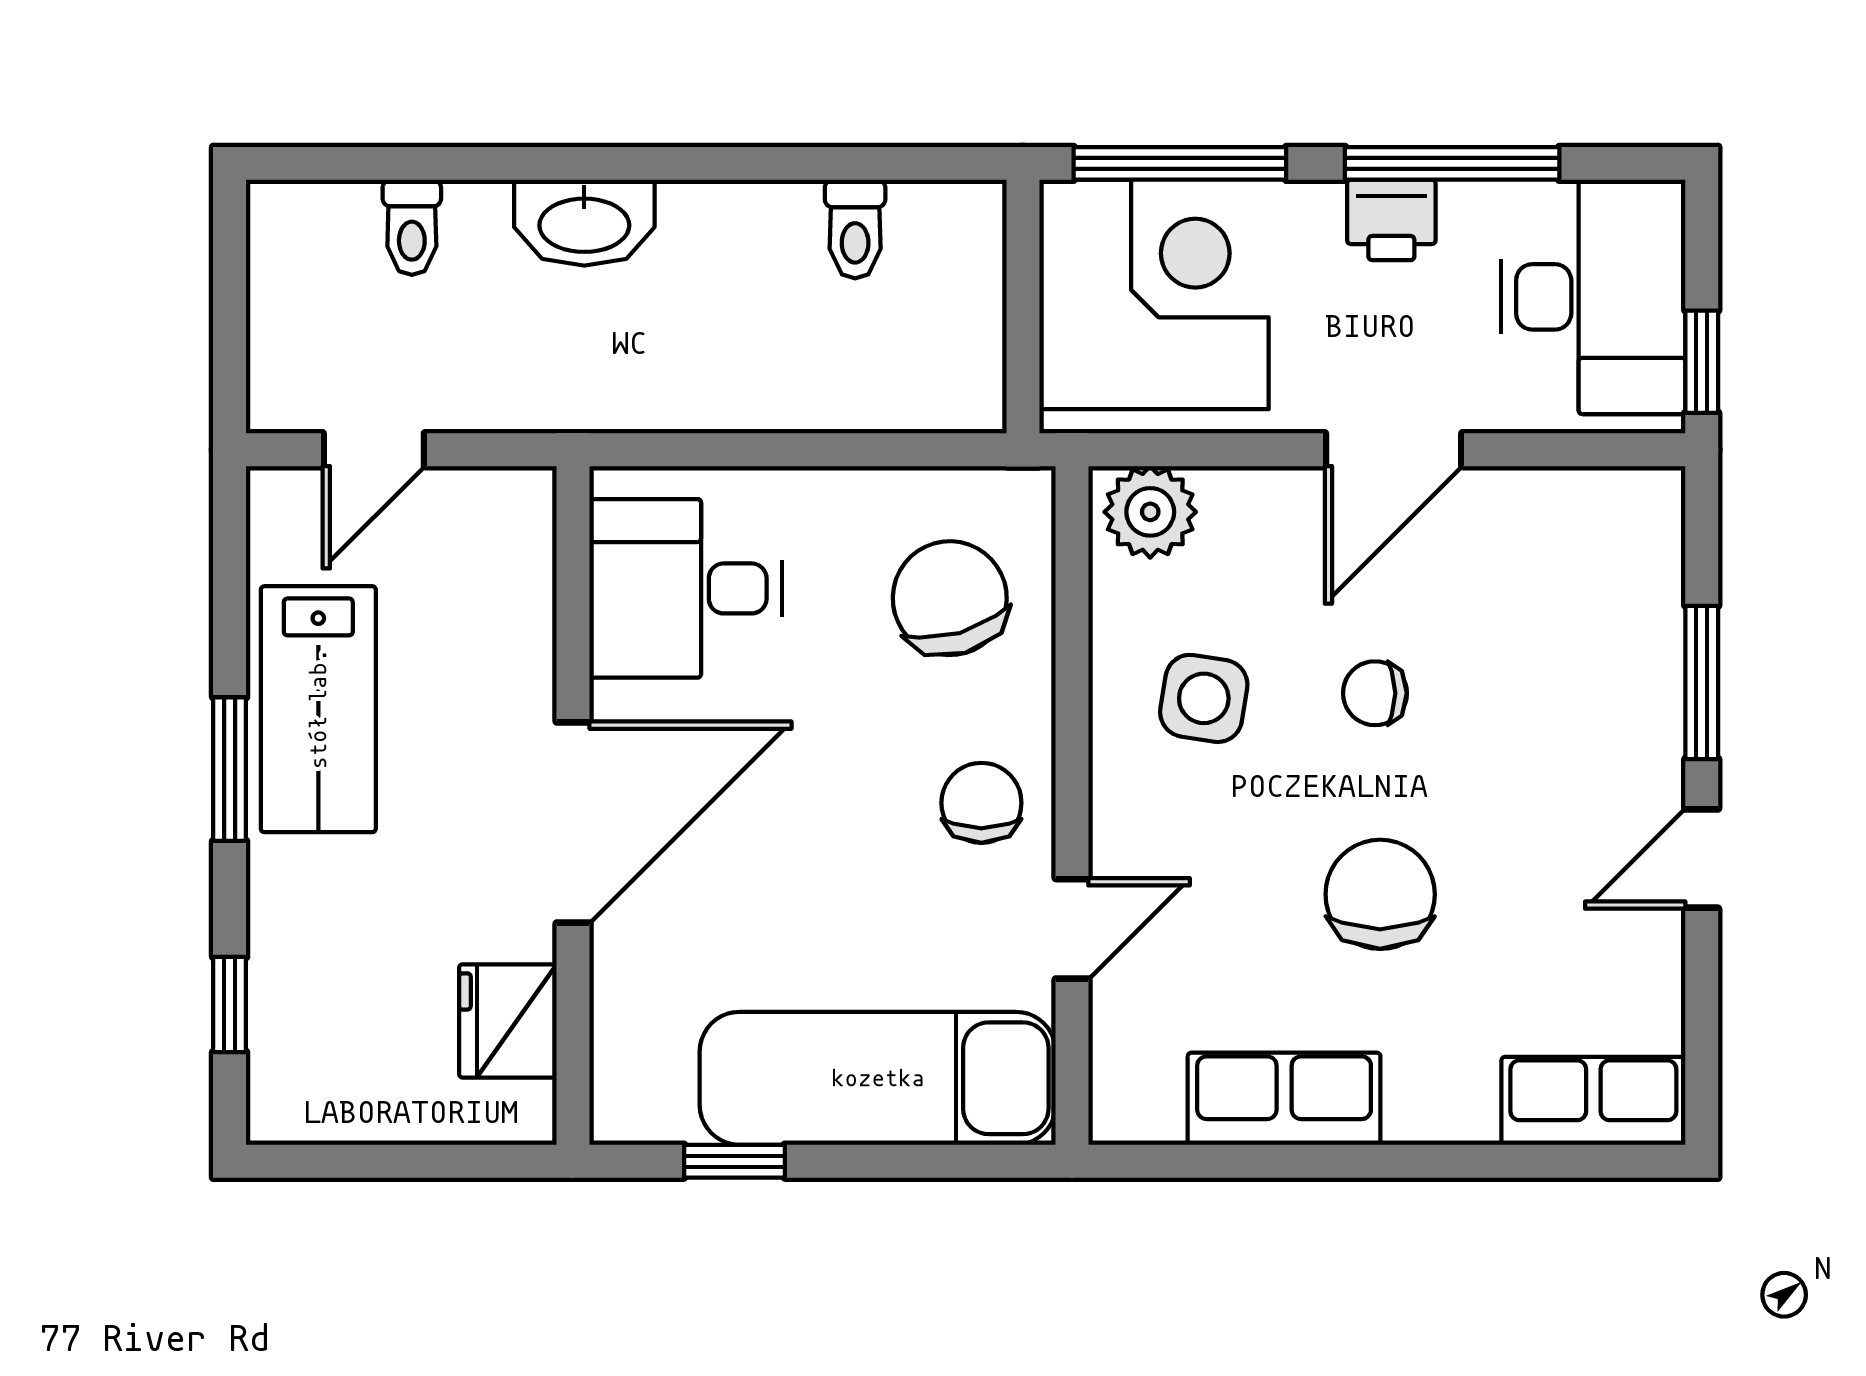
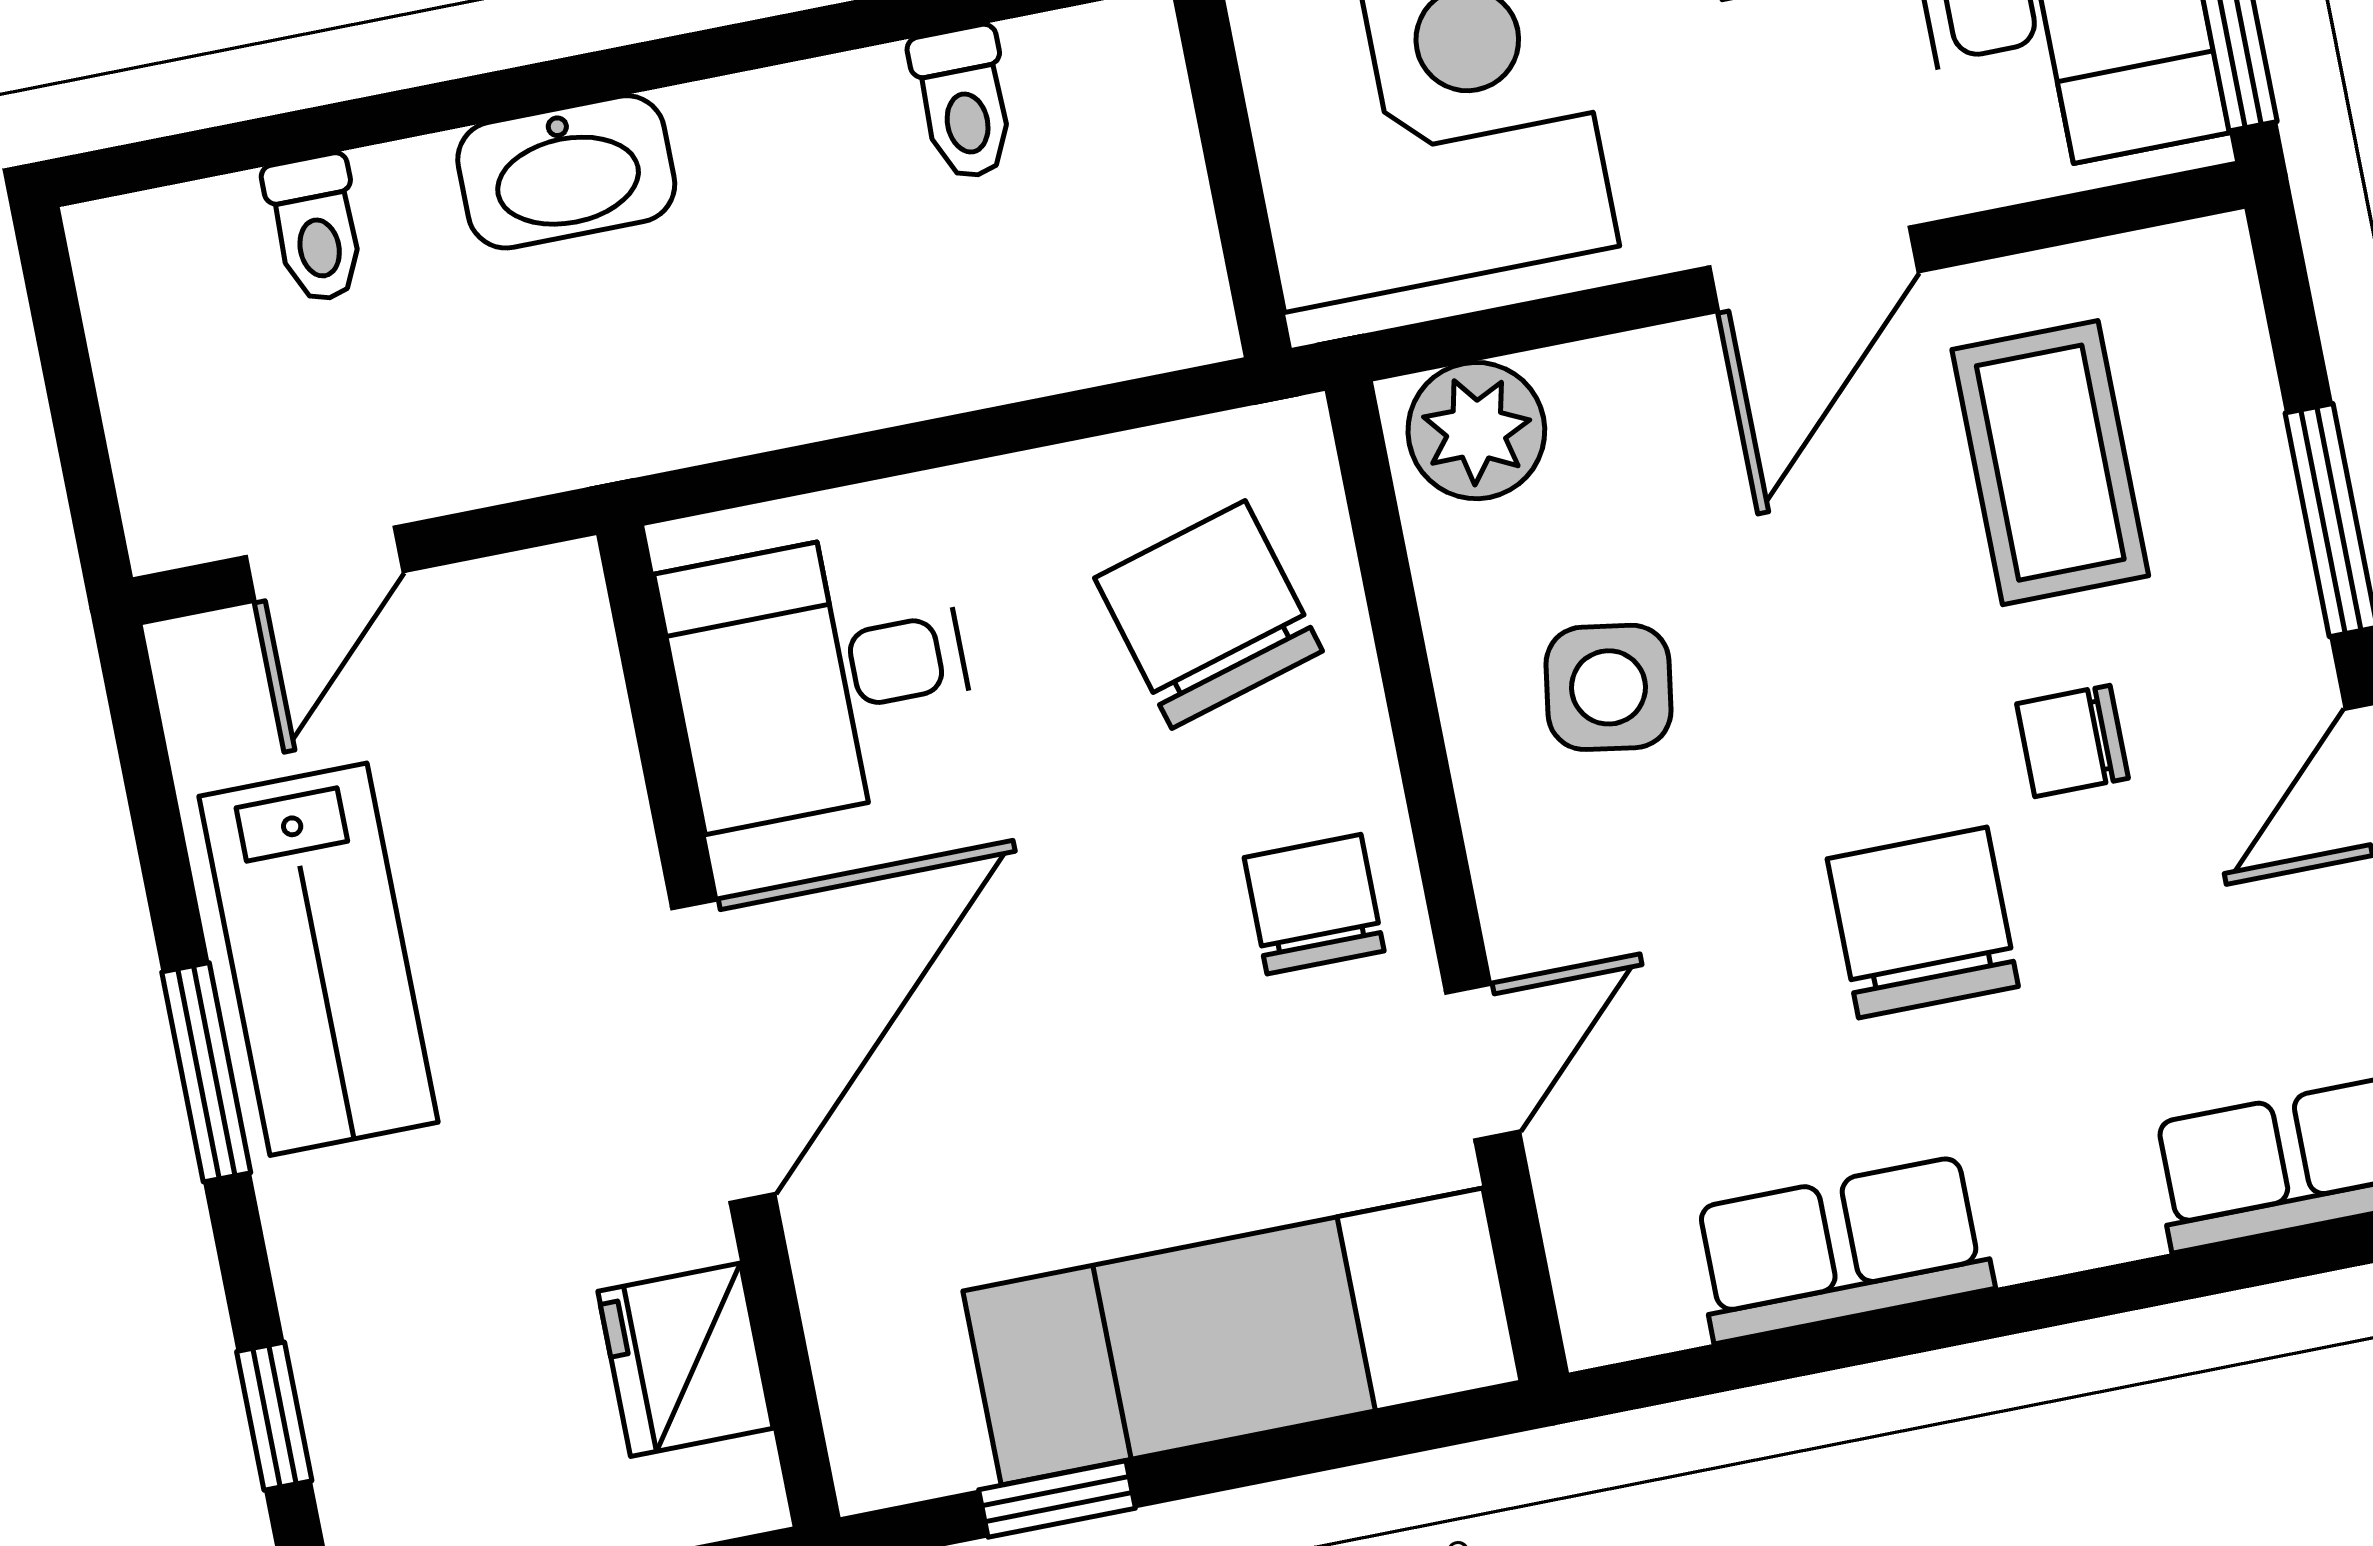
coffee table: (1524, 608) -> (2050, 463), added
chair: (1375, 693) -> (2072, 741), moved

